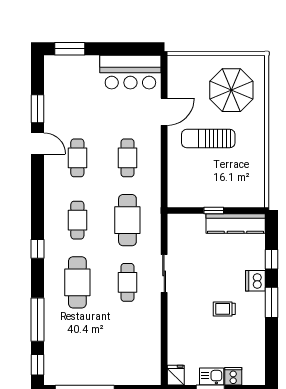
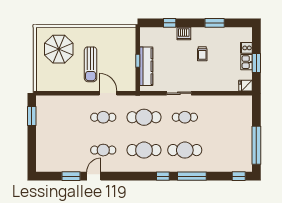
window: (70, 49) -> (32, 116), moved
bar counter: (130, 72) -> (47, 115), removed
door: (164, 112) -> (108, 93), moved
cafe table: (77, 220) -> (144, 150), width x1.37, depth x1.35
kitchen counter: (236, 224) -> (146, 66), moved
window: (271, 302) -> (215, 23), moved
window: (38, 320) -> (192, 176), moved

